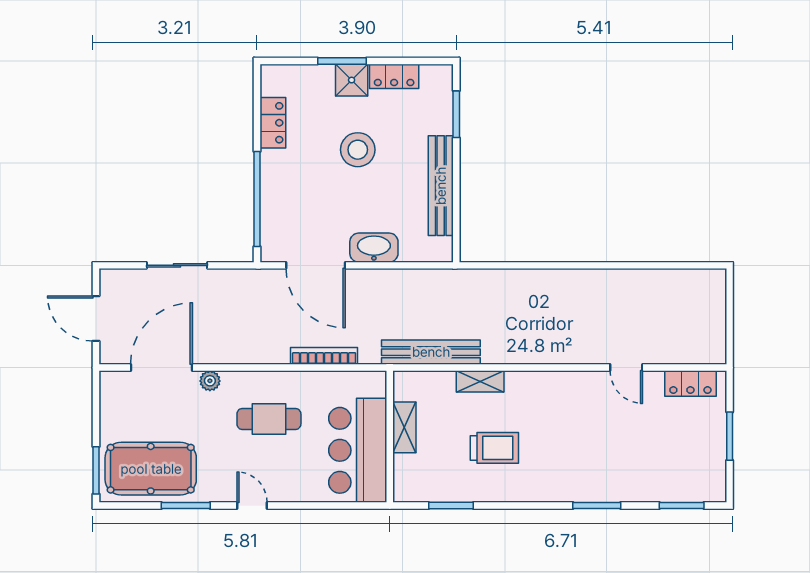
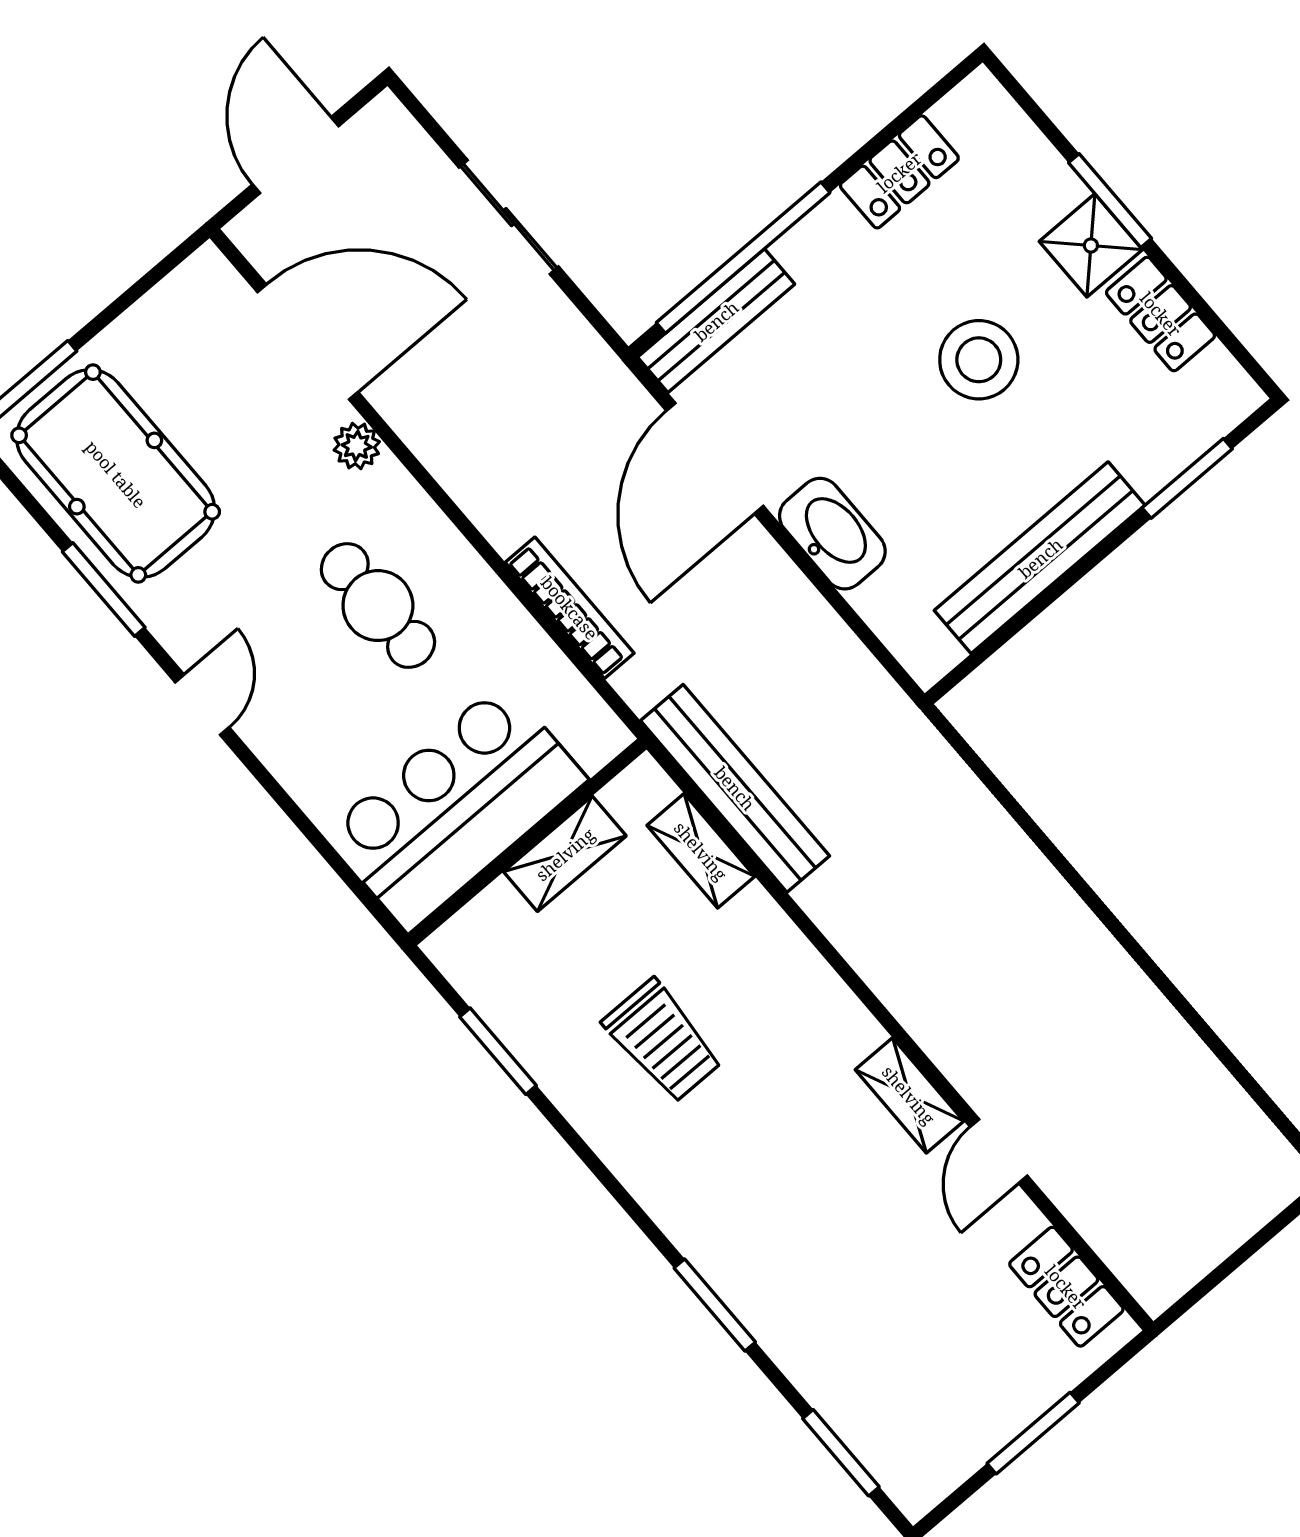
bench: (270, 226) -> (716, 321), added
shelving: (480, 381) -> (701, 851), moved
shelving: (582, 381) -> (909, 1095), added

